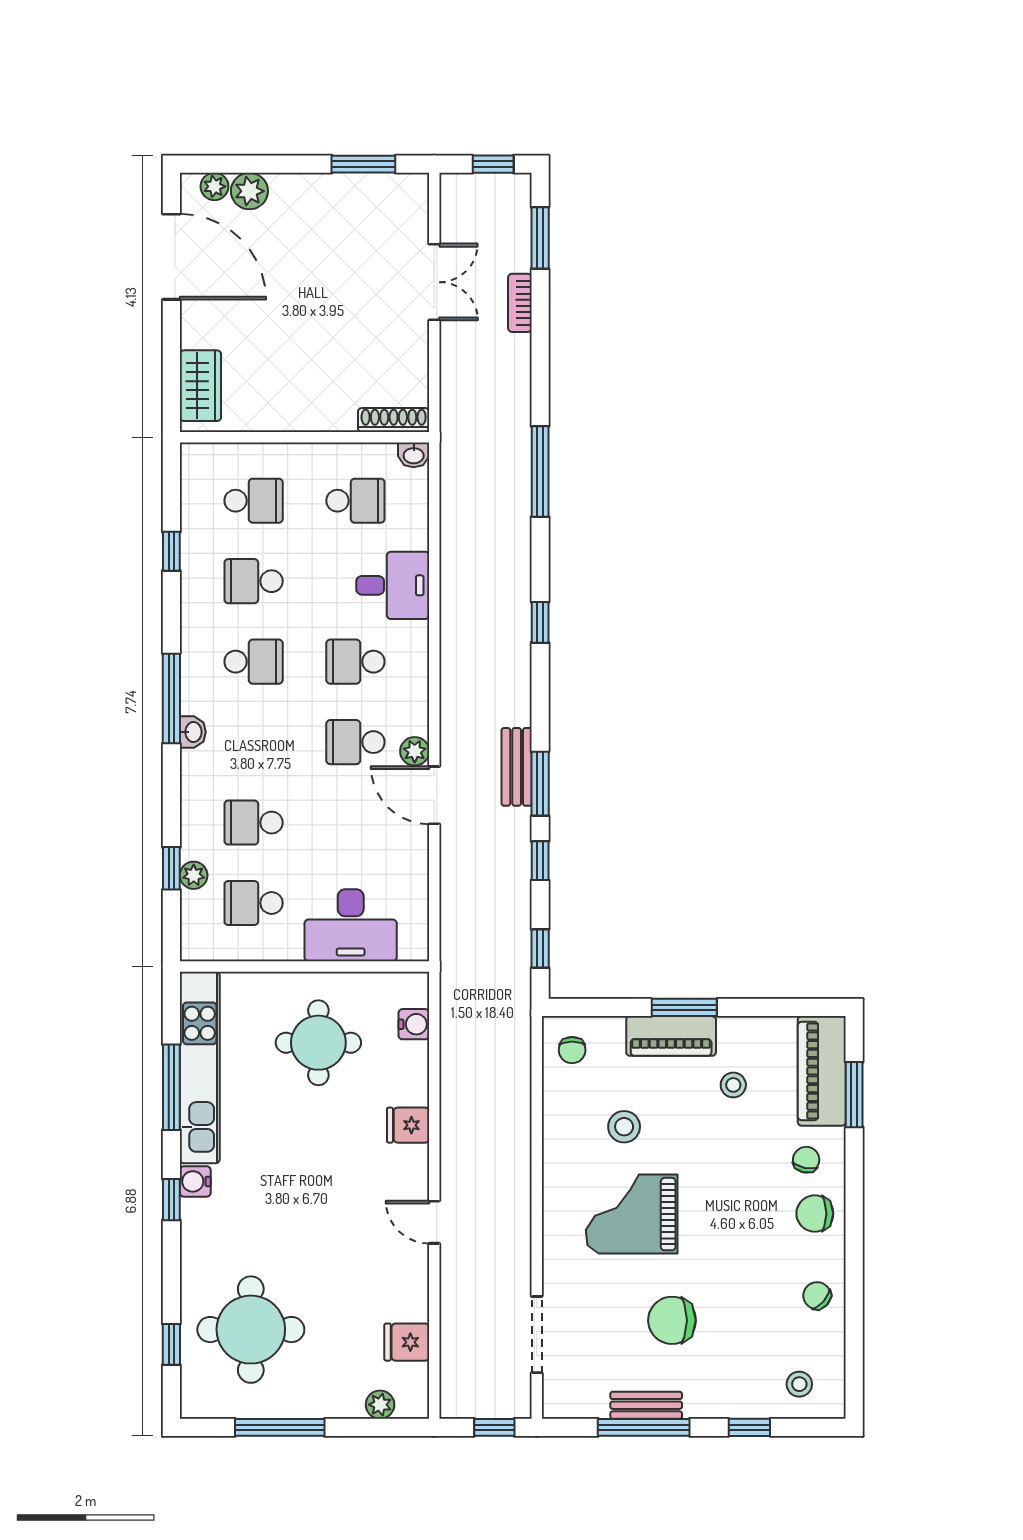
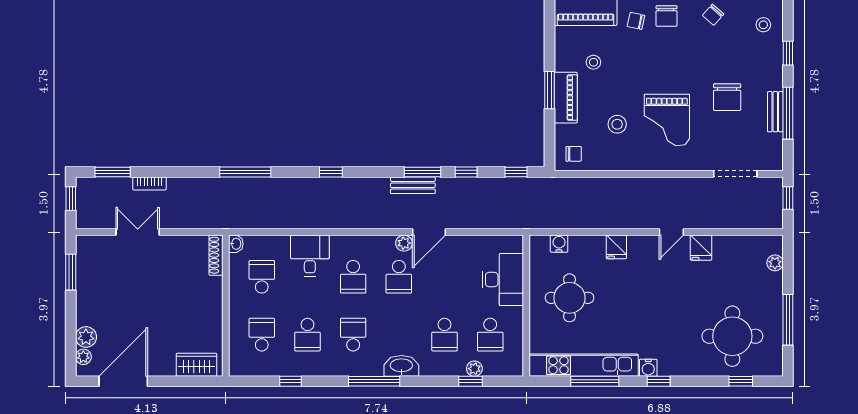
washbasin: (193, 732) -> (401, 366), width x1.91, depth x1.45
fridge: (407, 1342) -> (701, 248), moved

